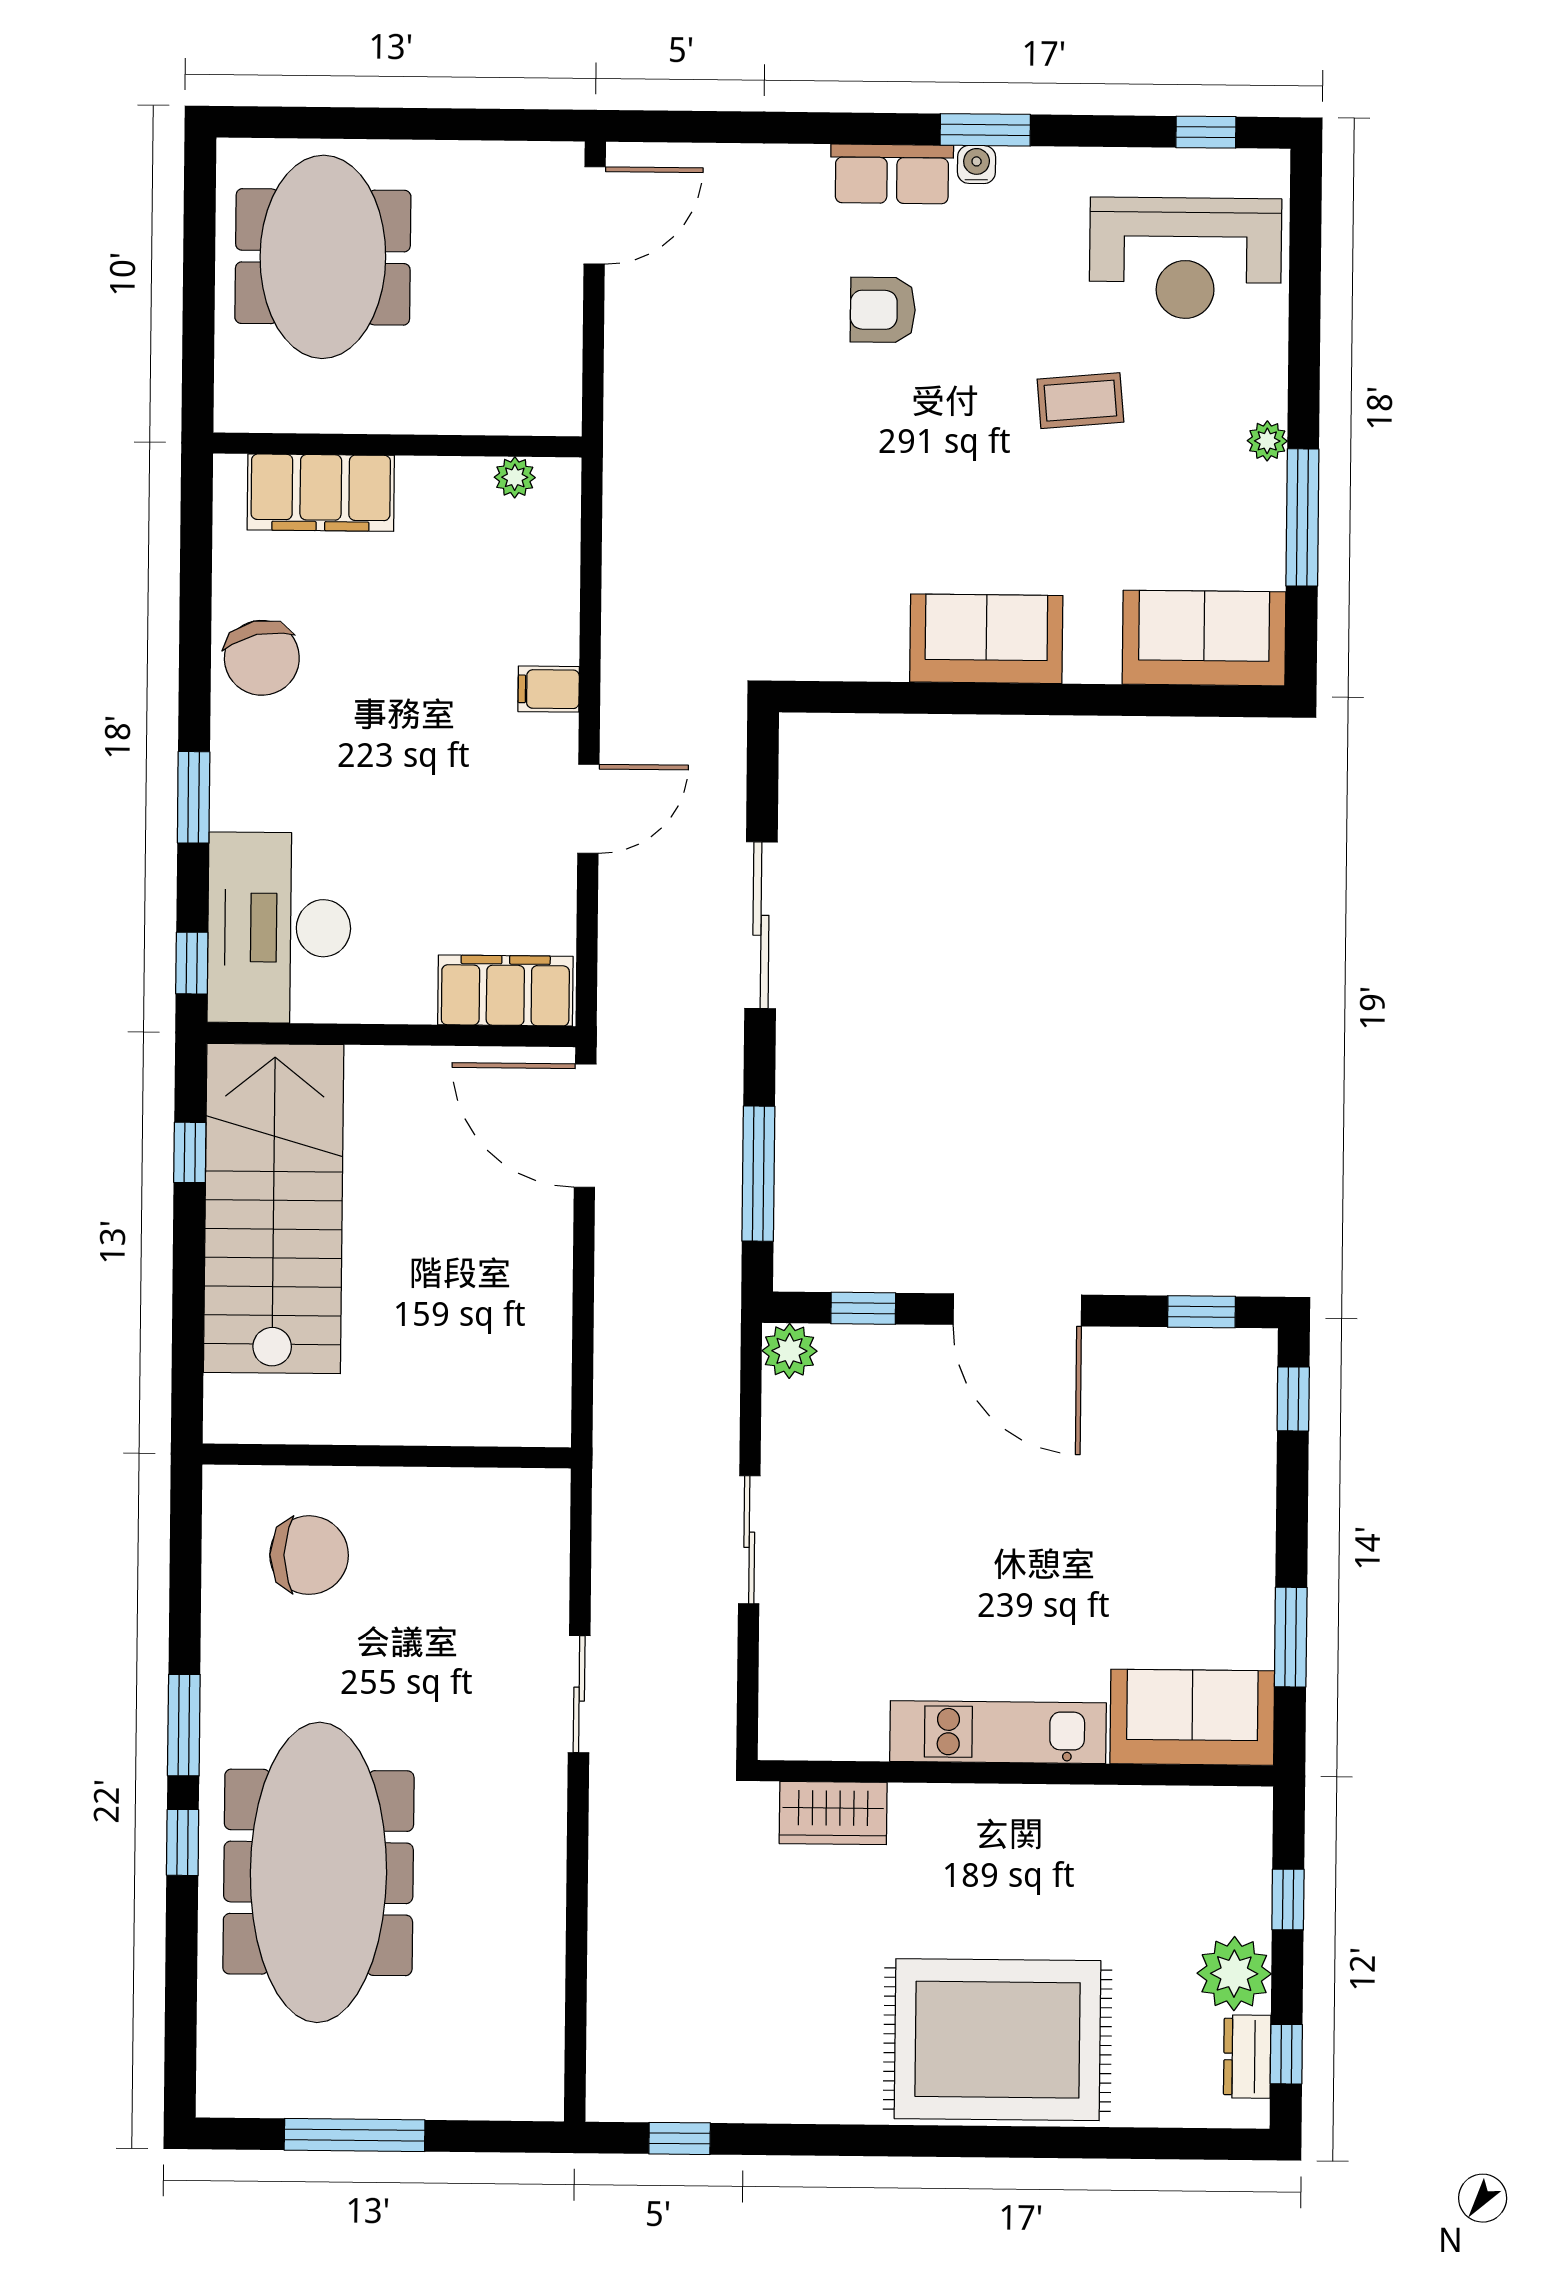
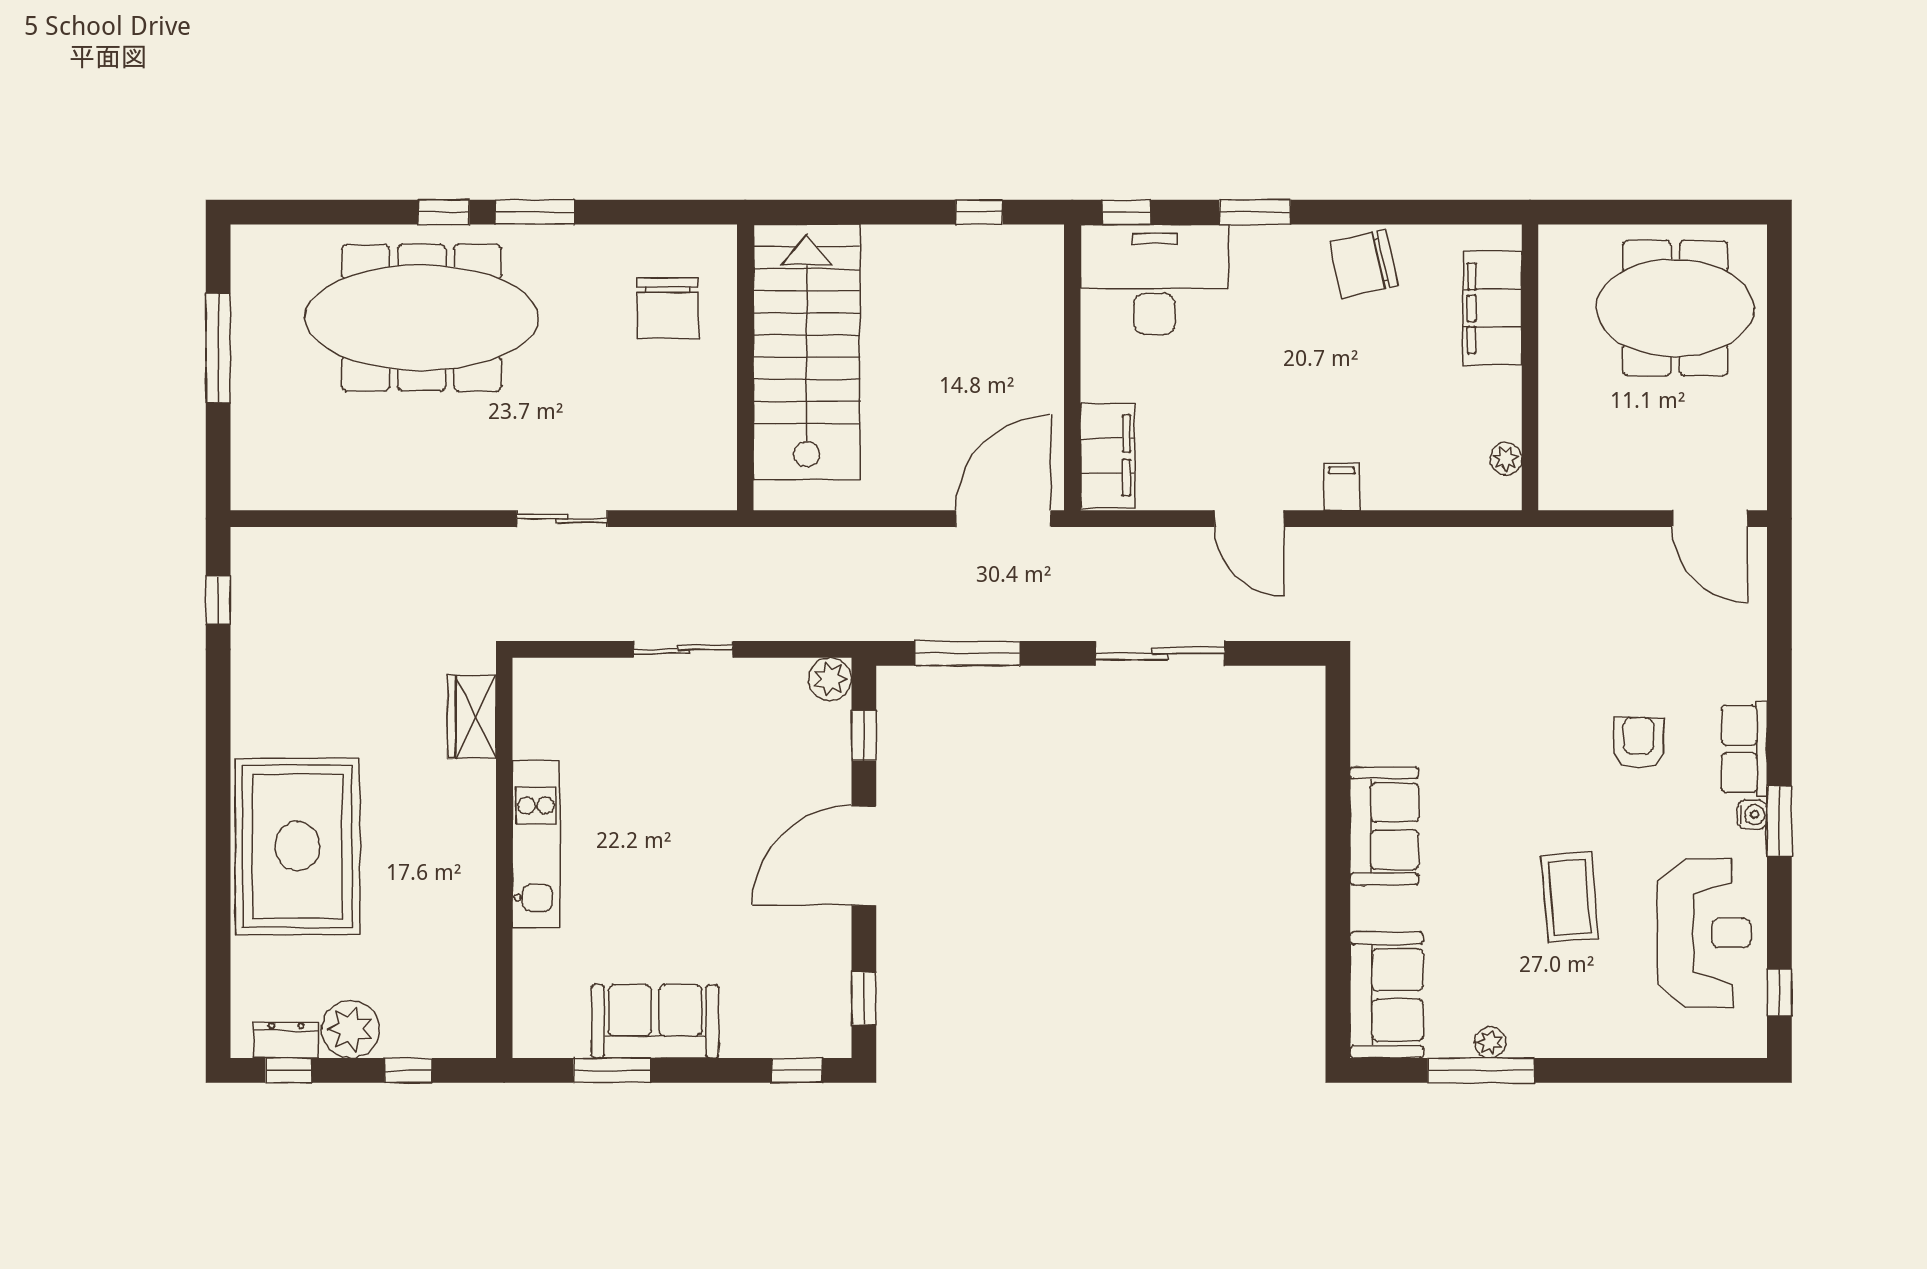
reception desk: (1185, 258) -> (1704, 933), moved, turned 180
coffee table: (1080, 401) -> (1570, 897), width x1.36, depth x1.30
plant: (1267, 441) -> (1490, 1042), moved
stairs: (274, 1208) -> (807, 352), moved, turned -90
sofa: (1192, 1717) -> (655, 1021), moved, turned -90

